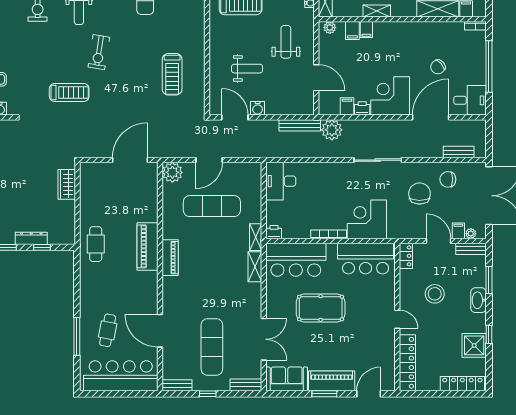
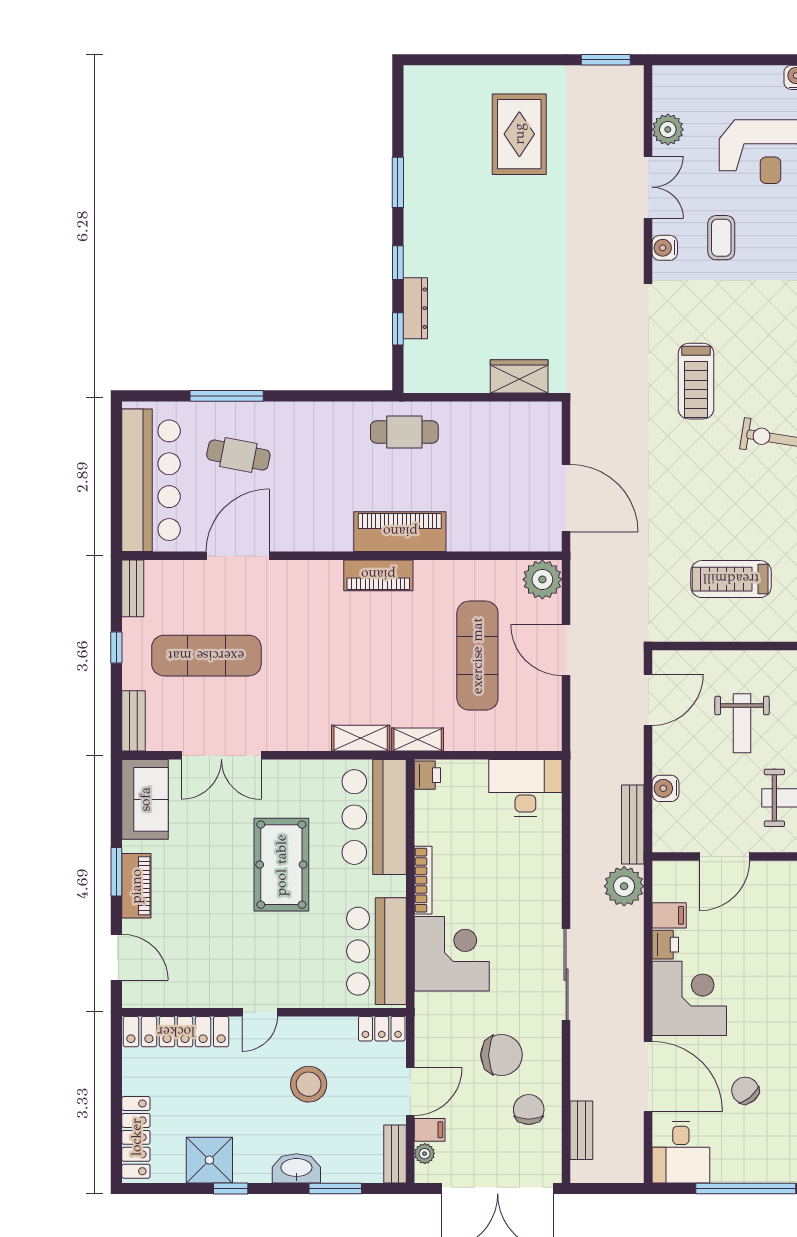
water cooler: (258, 108) -> (665, 788), moved
piano: (332, 381) -> (136, 886), width x0.73, depth x0.75

